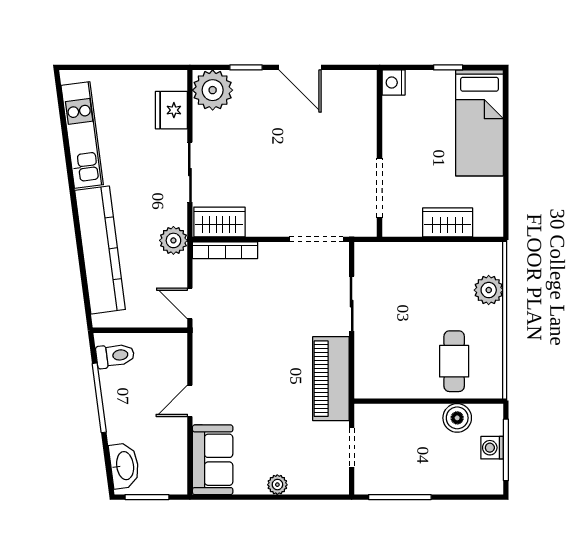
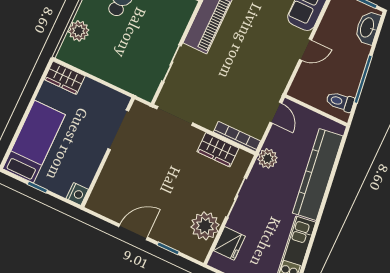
door: (300, 67) -> (133, 232), hinge flipped
plant: (213, 90) -> (205, 226), moved
wardrobe: (219, 222) -> (218, 150), moved
wardrobe: (448, 222) -> (65, 78), moved

